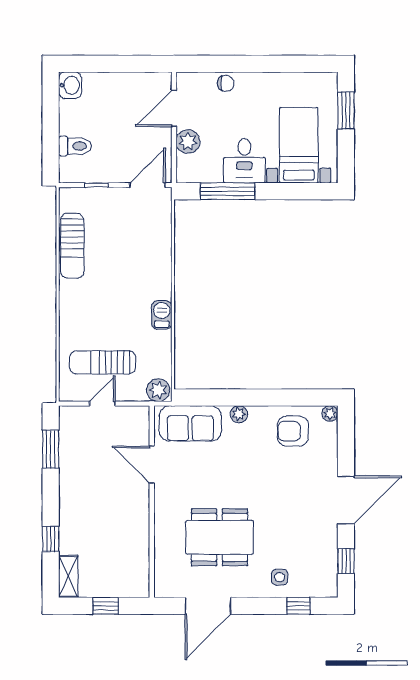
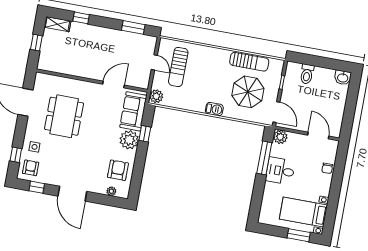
plant: (188, 142) -> (280, 137), moved
bed with nightstands: (299, 145) -> (303, 212), moved, turned 180
parasol: (123, 239) -> (248, 92), added
sun lounger: (72, 246) -> (249, 62), turned 180
barbecue: (162, 315) -> (214, 109), moved
sun lounger: (103, 362) -> (178, 67), turned 180
window: (224, 398) -> (145, 134), added
plant: (330, 413) -> (111, 191), moved
plant: (239, 414) -> (129, 140), width x1.87, depth x1.87
armchair: (316, 577) -> (31, 168), added

